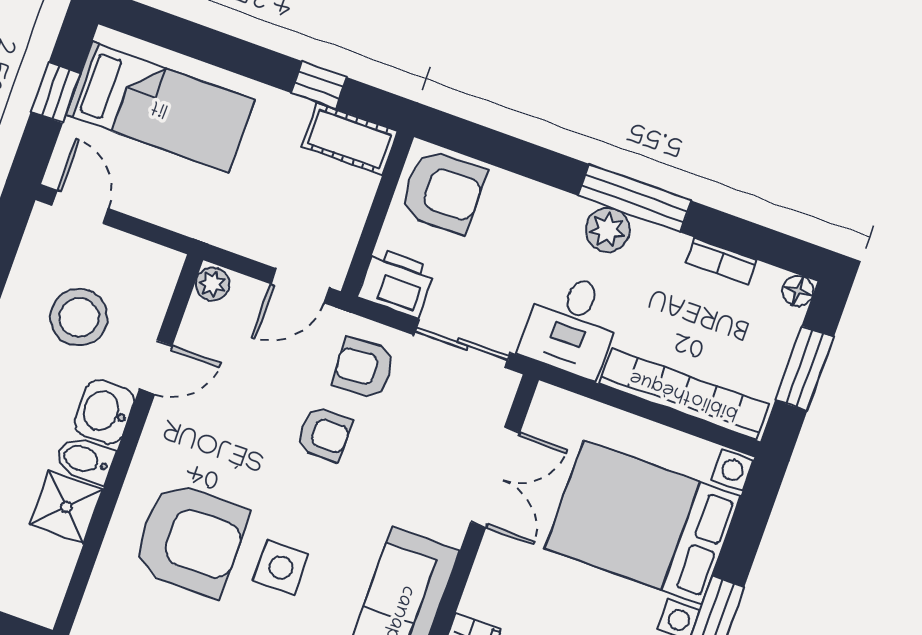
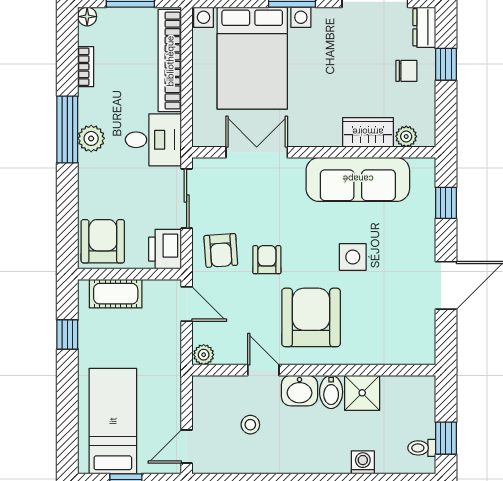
cot: (350, 139) -> (116, 294), moved, turned 90
stool: (79, 317) -> (250, 425), width x0.53, depth x0.53
armchair: (190, 539) -> (311, 317), moved

